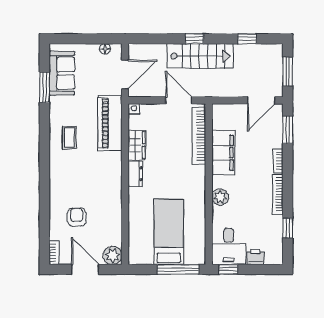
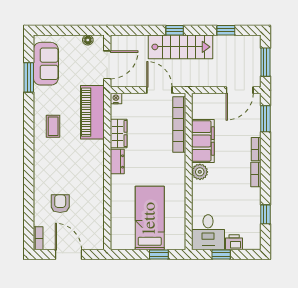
bookcase: (278, 194) -> (256, 174), width x0.64
plant: (220, 197) -> (200, 172), moved
plant: (113, 255) -> (95, 241), removed
window: (178, 269) -> (159, 255), width x0.46
window: (228, 269) -> (221, 255), moved

